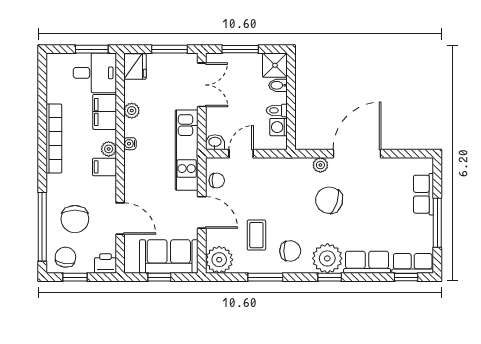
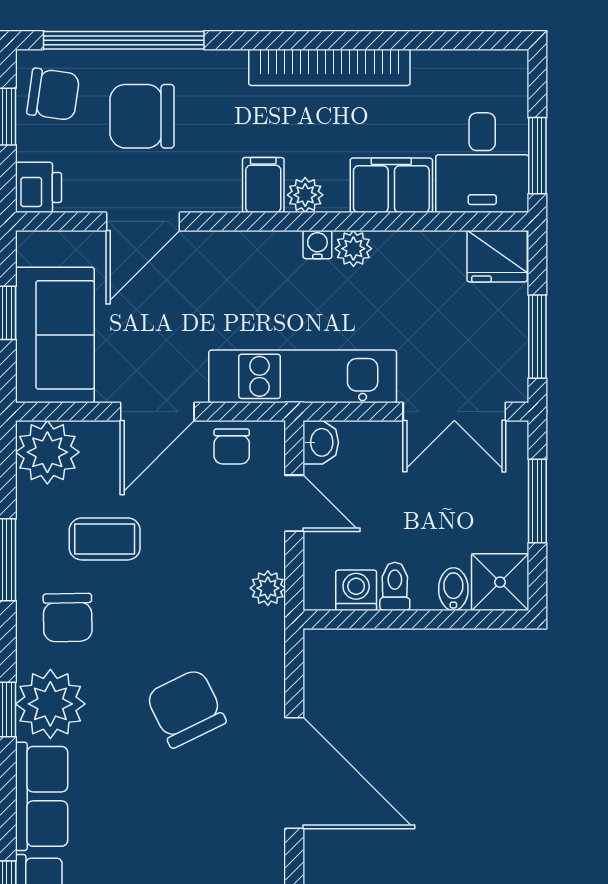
plant: (132, 111) -> (353, 249), moved
plant: (320, 165) -> (268, 588), moved
chair: (329, 200) -> (186, 708), turned -44

